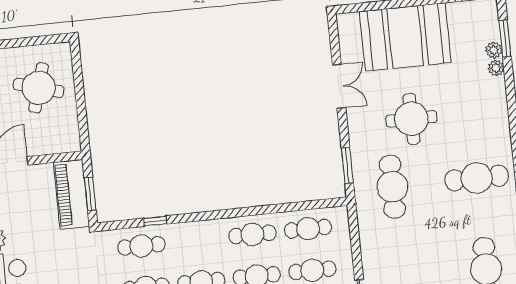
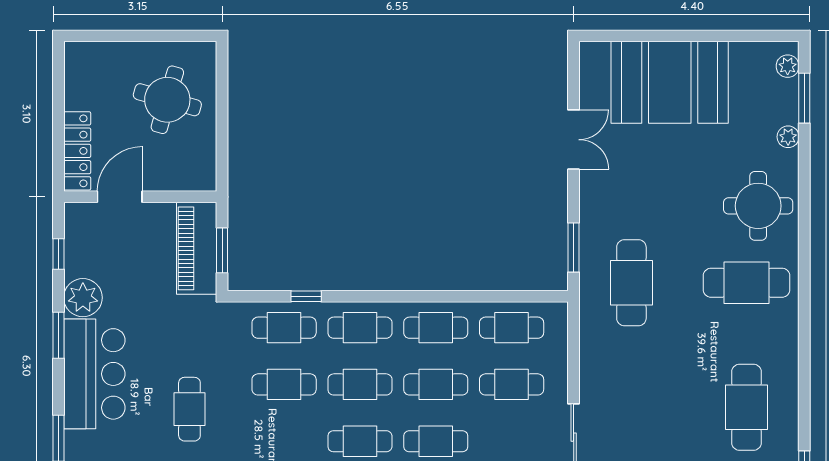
plant: (494, 50) -> (788, 66), moved
round table: (411, 119) -> (758, 206), moved
cafe table: (197, 240) -> (360, 328), added

